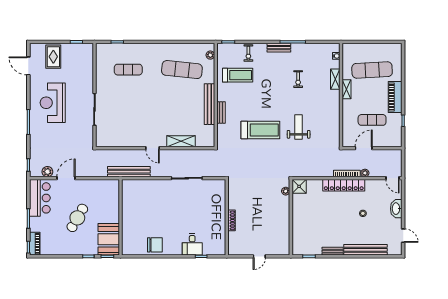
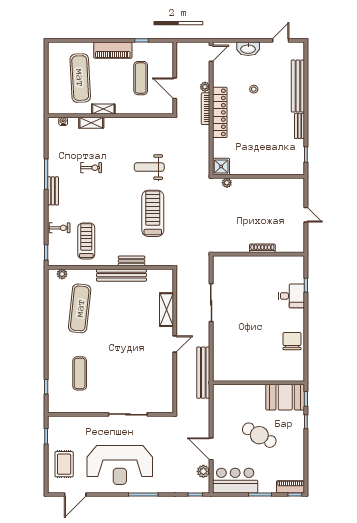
rug: (53, 57) -> (64, 464), turned 90
reception desk: (53, 103) -> (120, 465), width x1.36, depth x1.30

